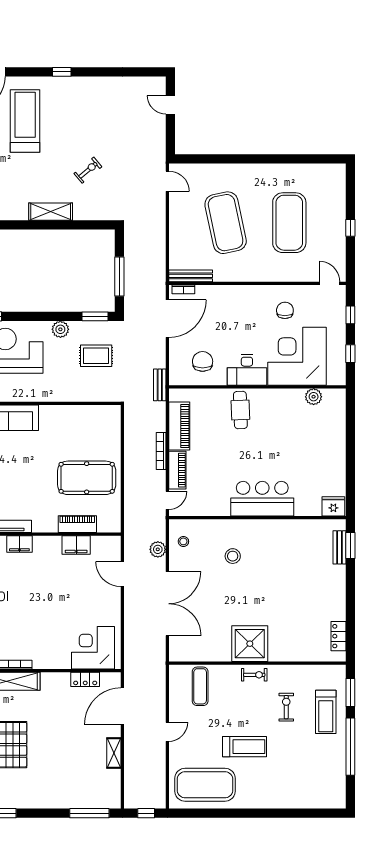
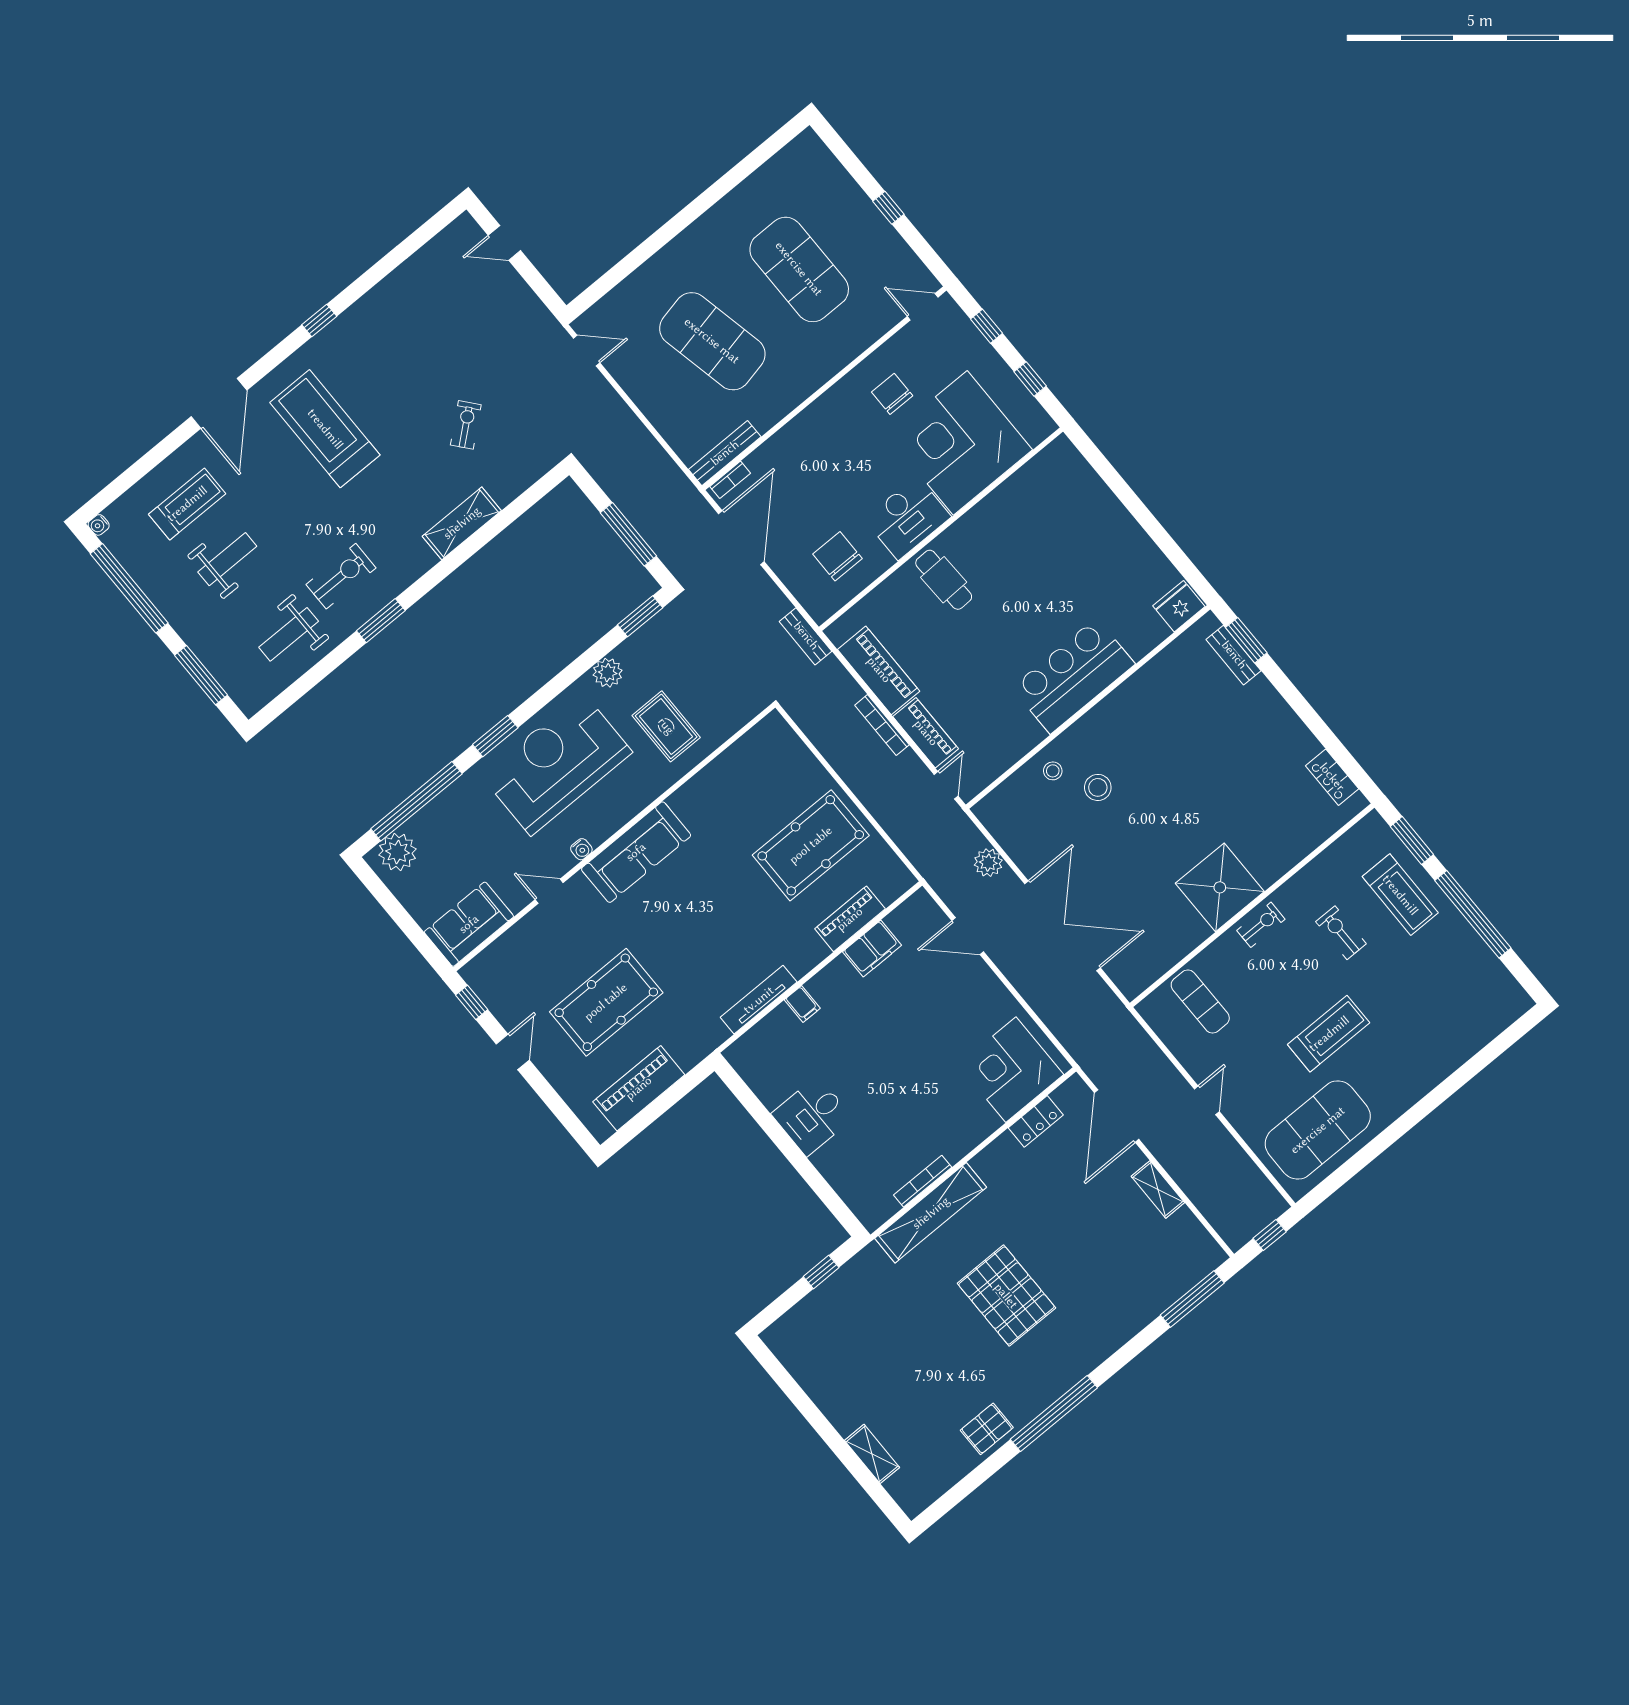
rug: (96, 356) -> (666, 726), moved, turned 90
plant: (314, 397) -> (1028, 479), removed
stool: (183, 541) -> (1053, 771), moved
filing cabinet: (19, 544) -> (802, 1004), width x0.50

